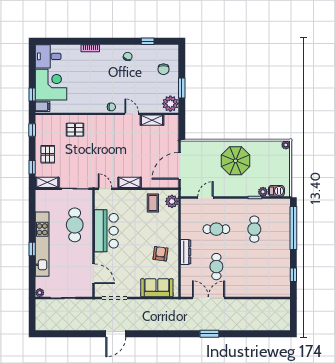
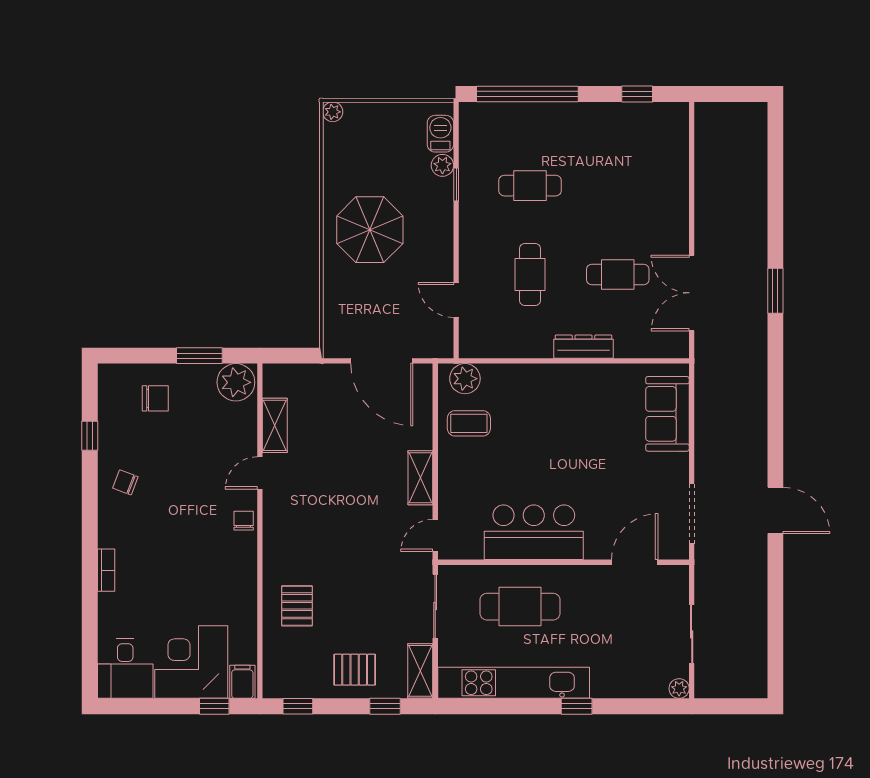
kitchen unit: (42, 244) -> (514, 683), moved
armchair: (160, 254) -> (588, 405), removed

